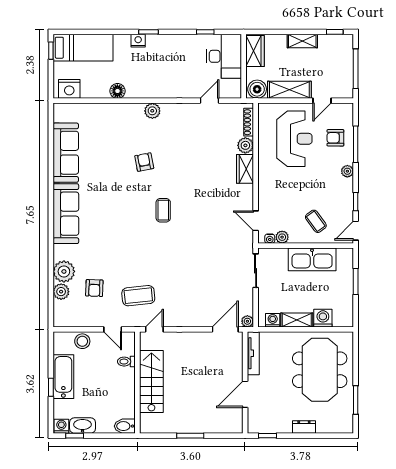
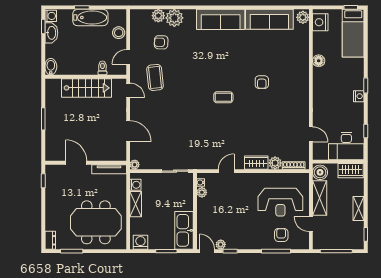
nightstand: (138, 41) -> (359, 96), moved
plant: (152, 111) -> (303, 17), moved
armchair: (144, 162) -> (262, 82), turned 101
plant: (347, 171) -> (221, 244), moved
door: (256, 221) -> (226, 171), moved
coffee table: (316, 221) -> (214, 219), removed
kitchen sink: (312, 259) -> (184, 230), moved
washing machine: (323, 318) -> (140, 242), moved, turned -90
door: (225, 329) -> (128, 131), moved
dresser: (304, 427) -> (50, 240), moved

